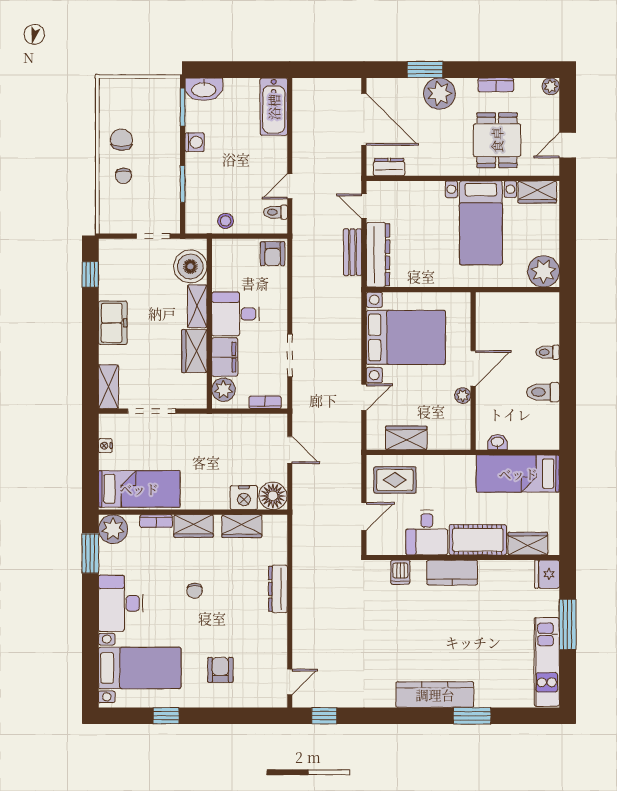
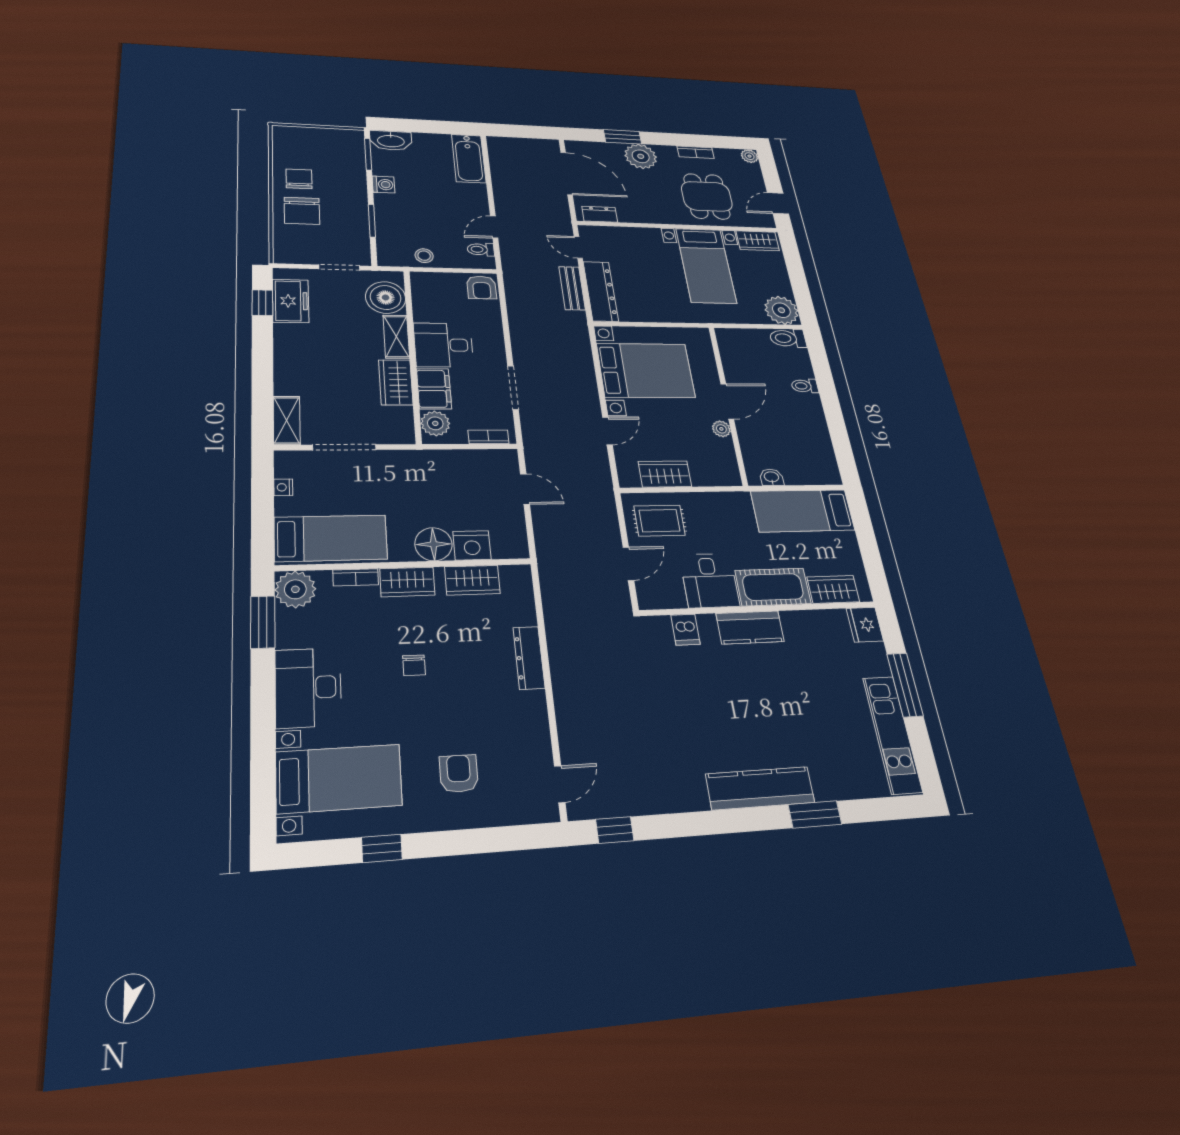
chair: (123, 176) -> (302, 211), width x1.87, depth x1.87
freezer: (113, 323) -> (291, 301), moved
toilet: (543, 392) -> (788, 338), moved
floor lamp: (273, 496) -> (433, 544), moved

